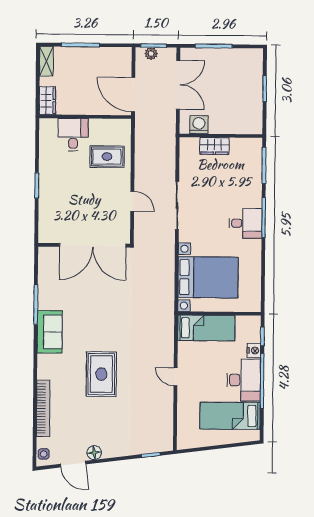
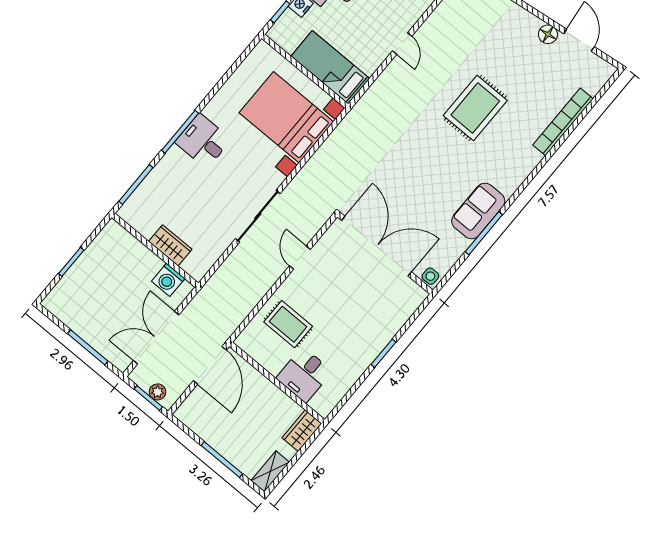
sofa: (50, 332) -> (478, 211), moved
side table: (44, 454) -> (430, 276), moved

